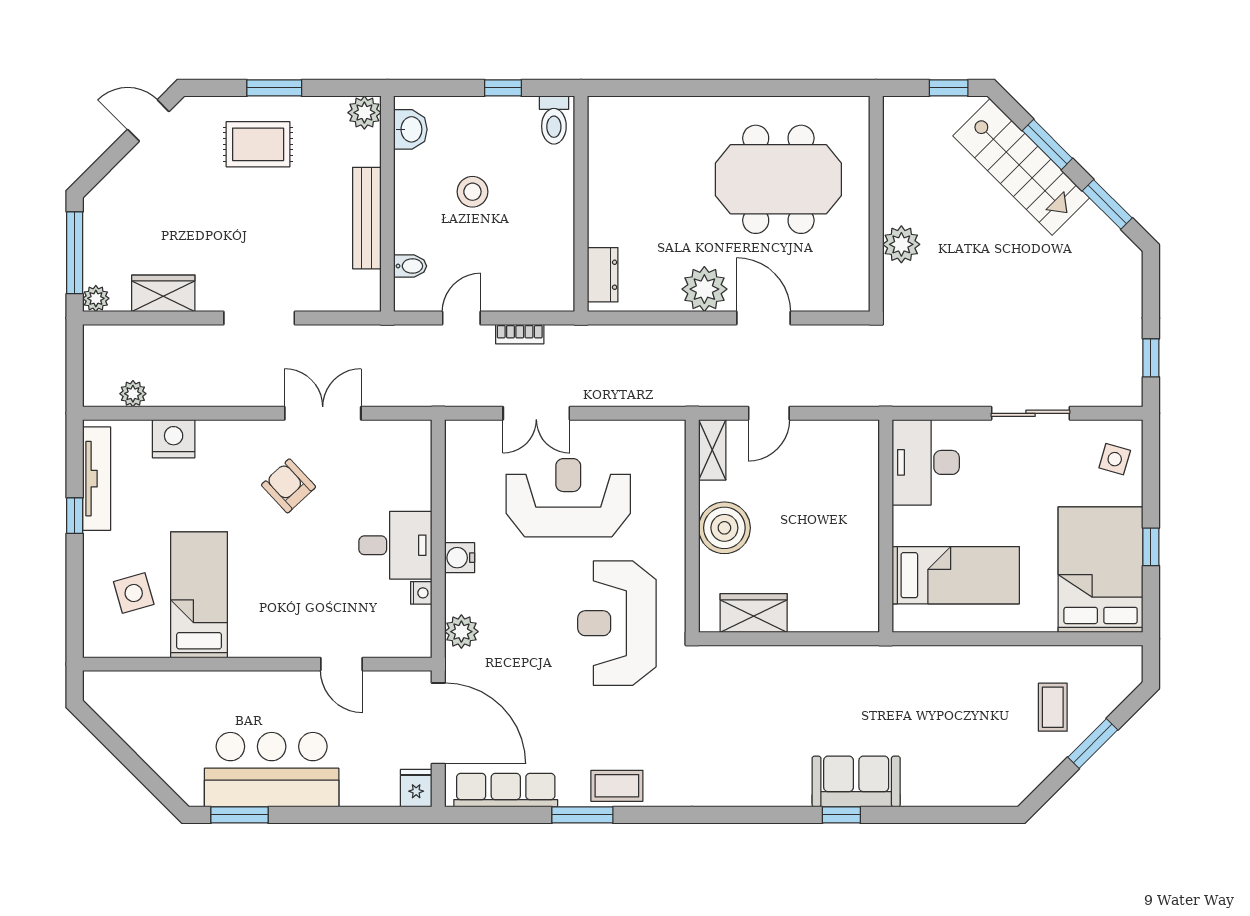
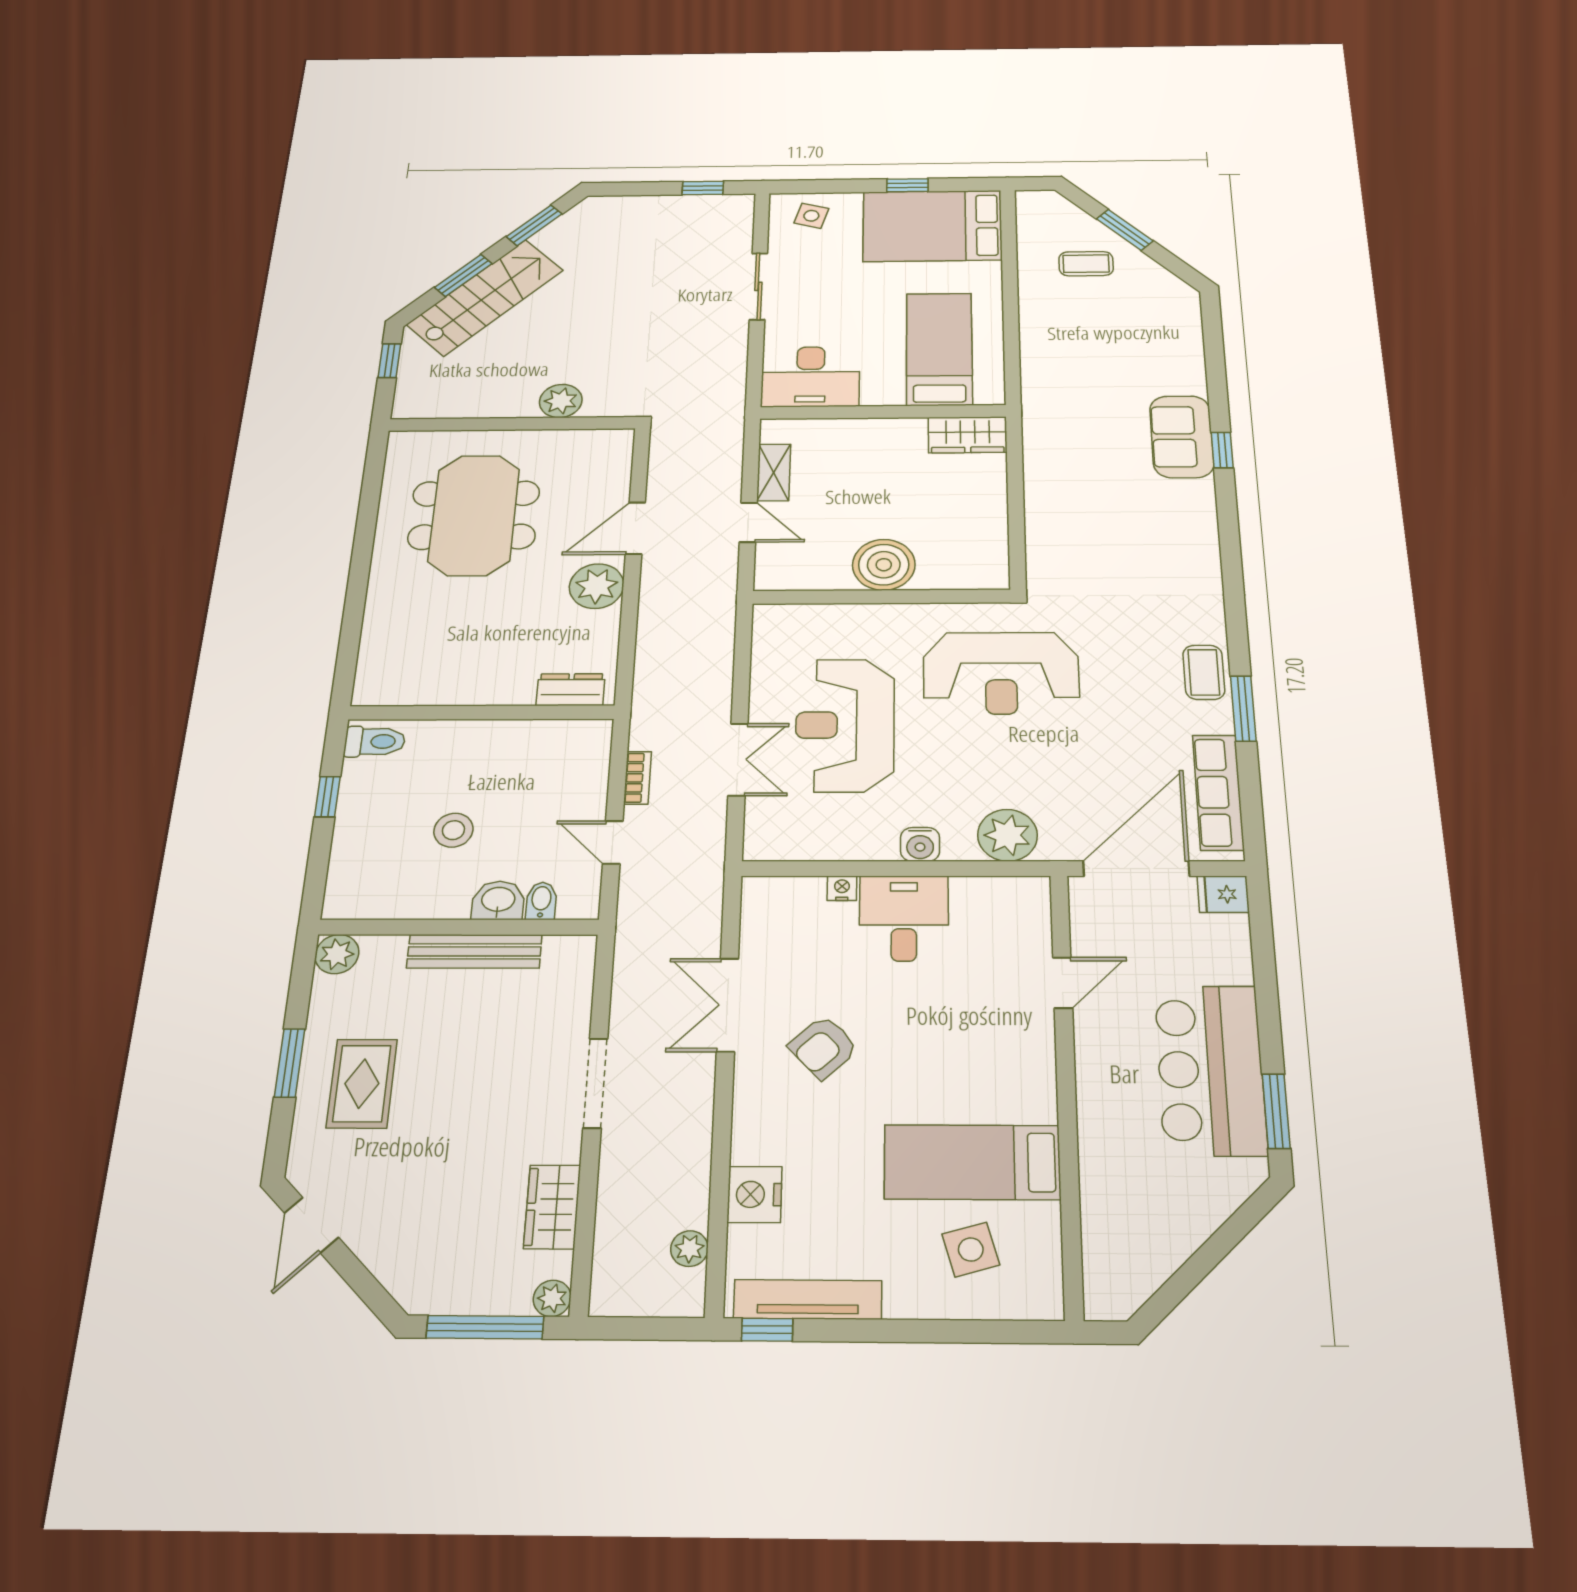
washbasin: (410, 129) -> (498, 900), moved
shelving: (712, 450) -> (774, 472), moved, turned 90
window: (75, 516) -> (767, 1330), moved
nightstand: (421, 593) -> (842, 888), moved
wardrobe: (754, 613) -> (968, 435), moved, turned -90
plant: (461, 632) -> (1007, 835), width x1.36, depth x1.36

